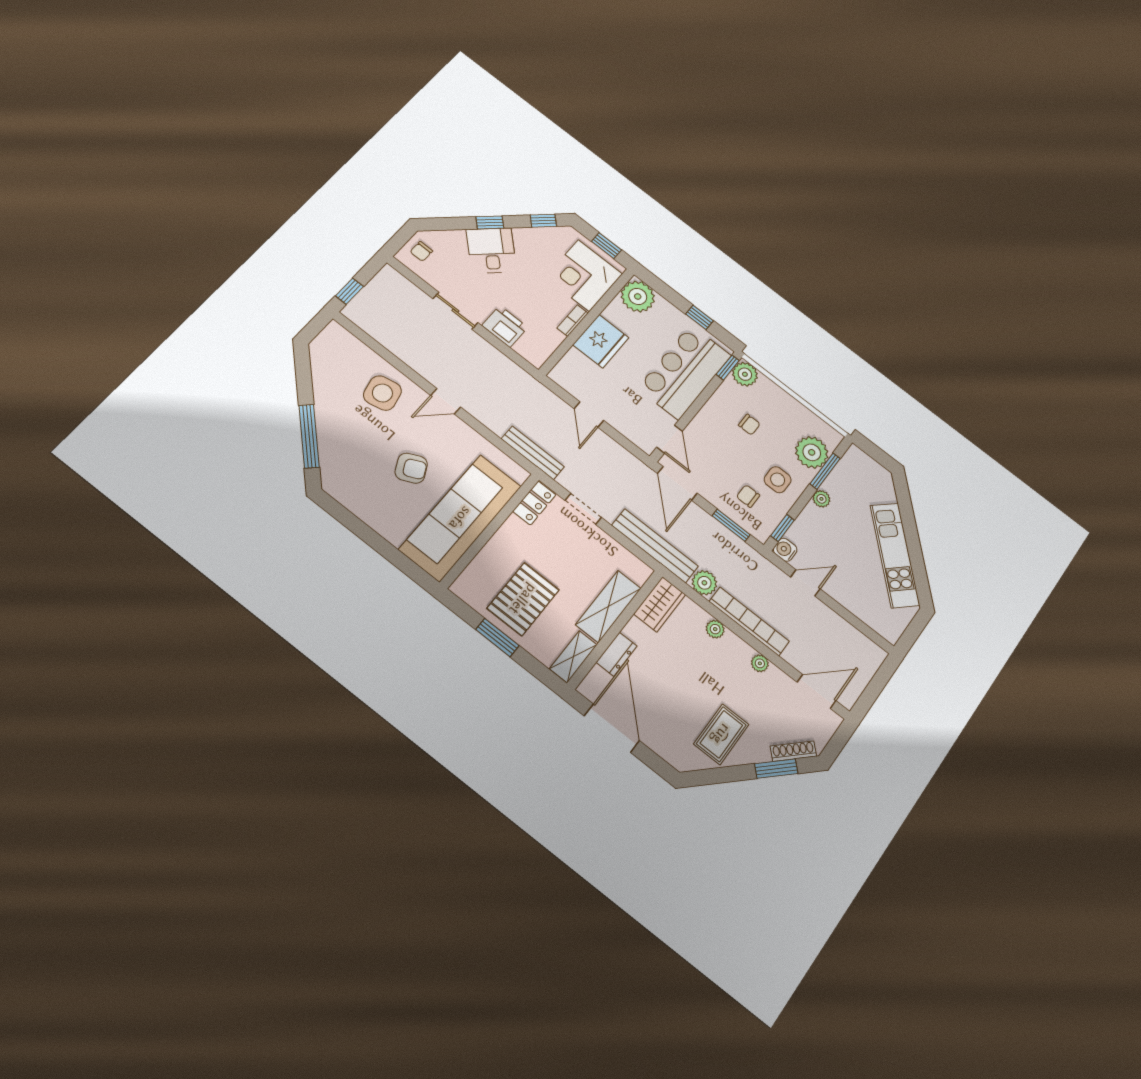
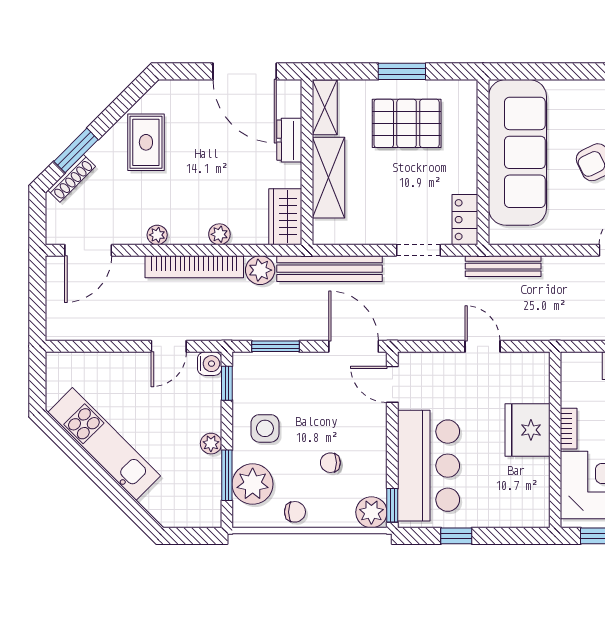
plant: (638, 296) -> (529, 507), removed
chair: (748, 496) -> (295, 512), moved
pallet: (523, 599) -> (407, 123), turned 90

